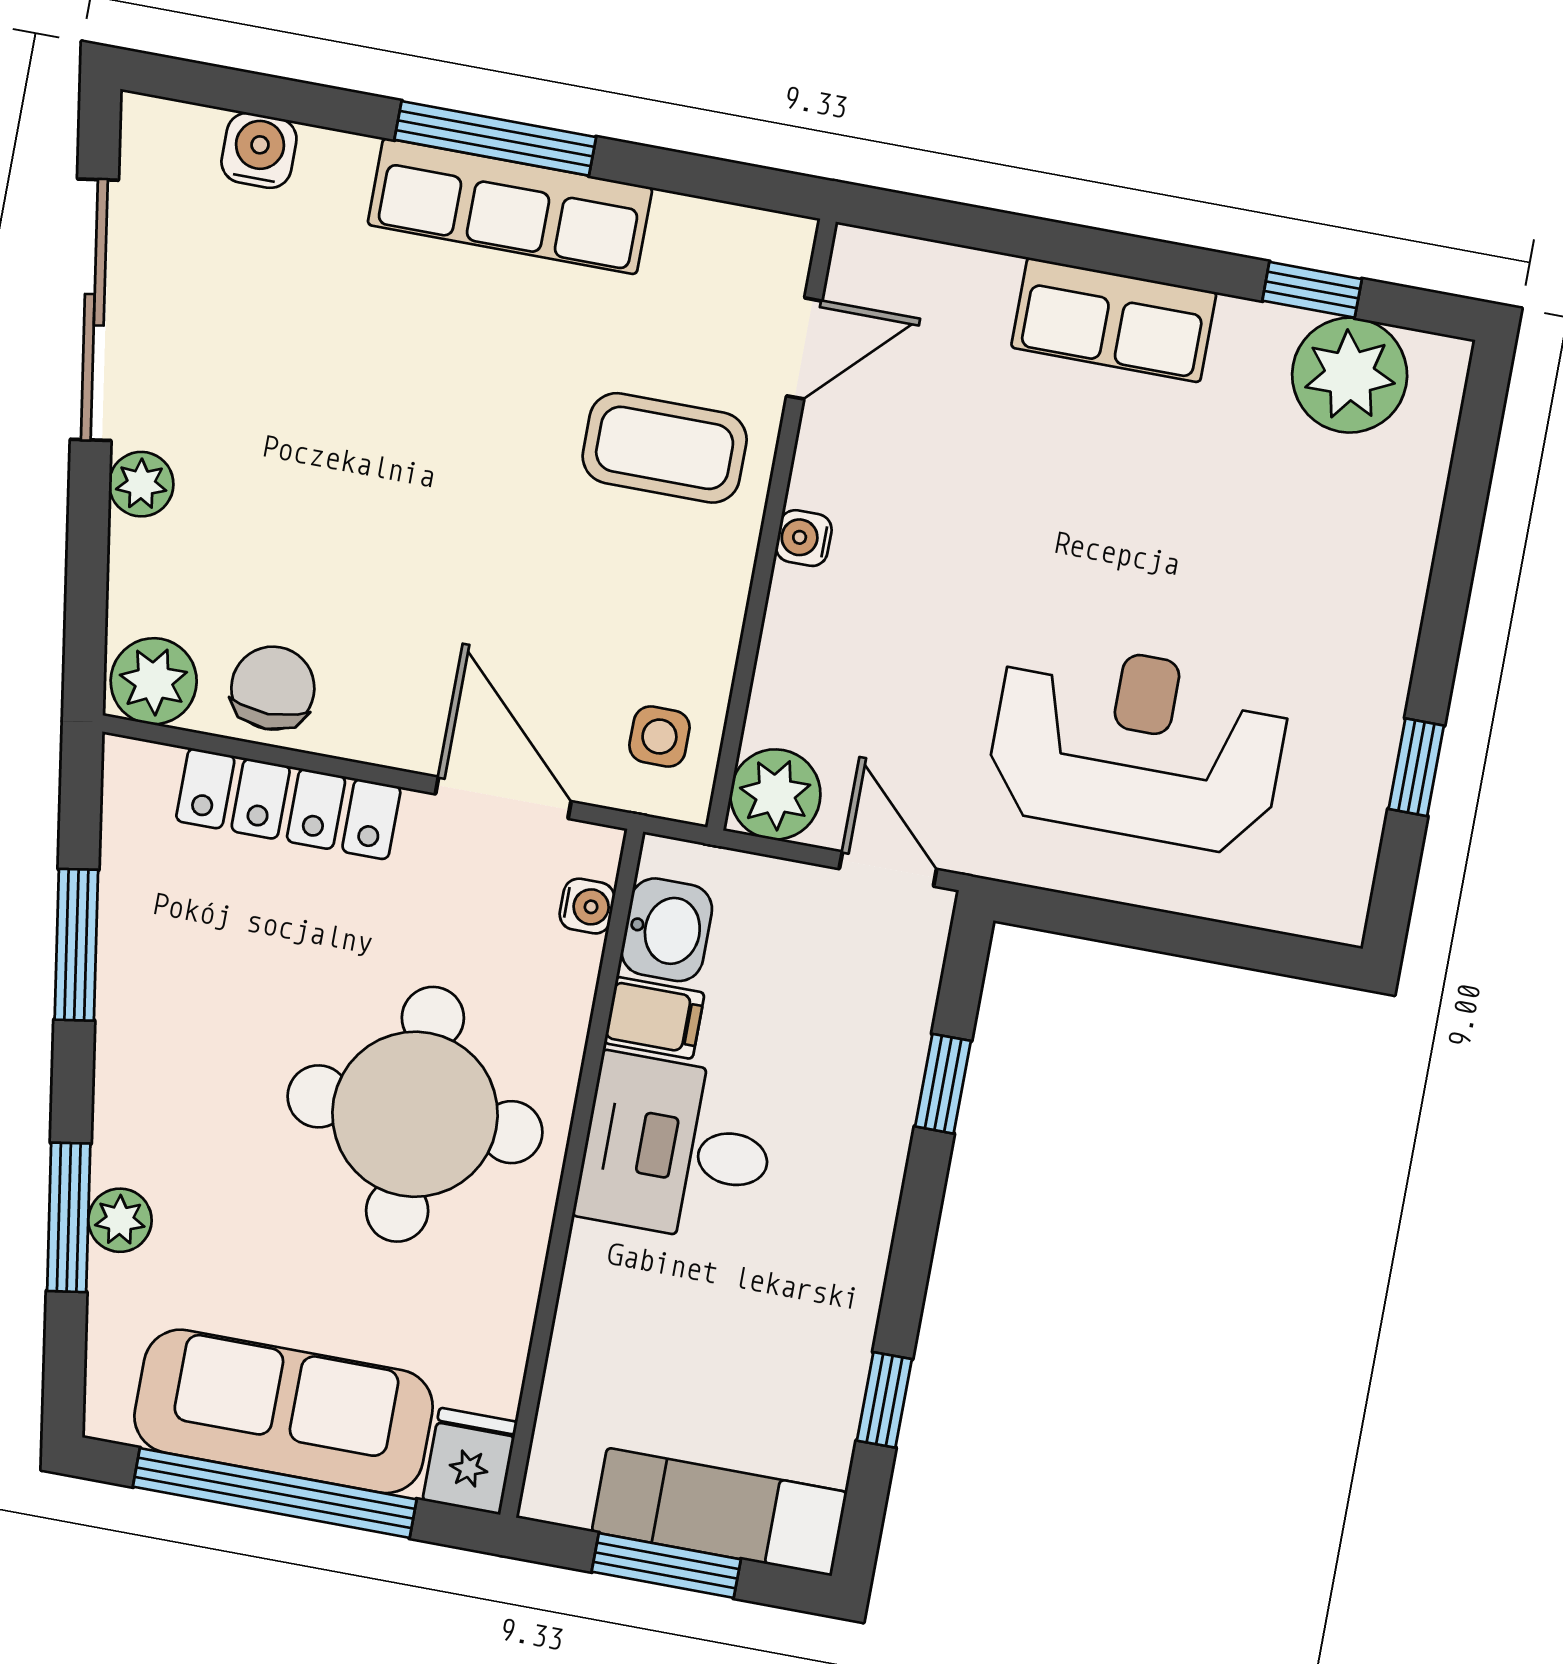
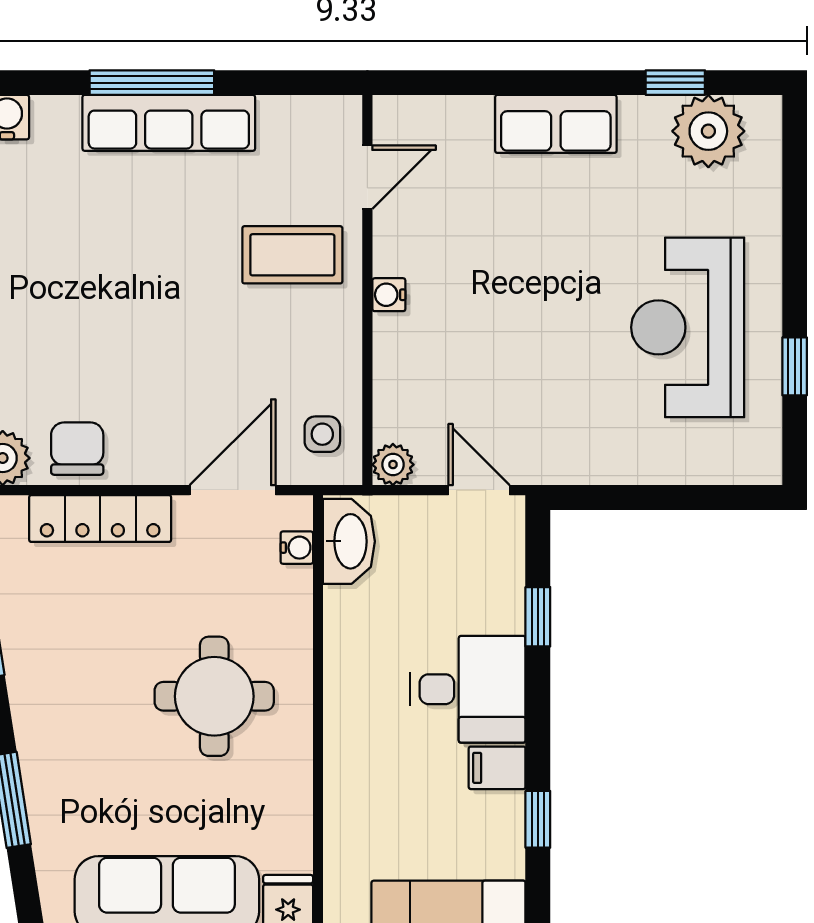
reception desk: (1137, 746) -> (688, 327), moved, turned -90
plant: (775, 794) -> (393, 465), width x0.73, depth x0.73
door: (503, 798) -> (233, 490), hinge flipped
washbasin: (667, 930) -> (349, 541), width x1.38
filing cabinet: (654, 1018) -> (497, 768), moved, turned 180
round table: (415, 1114) -> (214, 696), width x0.73, depth x0.73
desk: (677, 1149) -> (468, 689), moved, turned 180
plant: (120, 1220) -> (44, 796), removed

